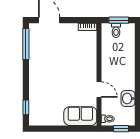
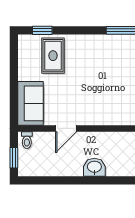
rug: (45, 99) -> (53, 56), added
washbasin: (128, 99) -> (94, 167), moved

